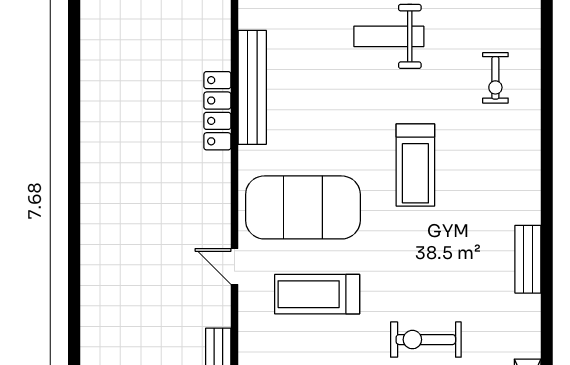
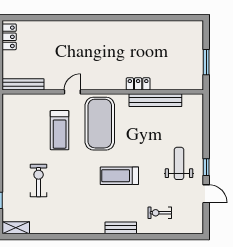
locker: (217, 111) -> (138, 84), width x0.66
bench: (528, 259) -> (121, 228), moved
treadmill: (317, 294) -> (60, 130), turned 180

